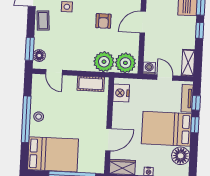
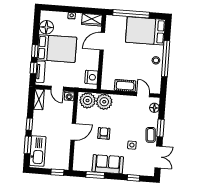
window: (30, 49) -> (161, 128), moved
cot: (91, 84) -> (125, 86), moved

